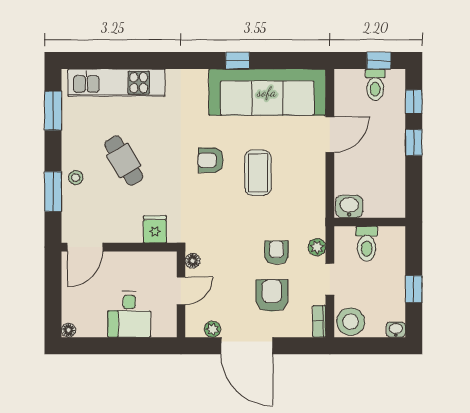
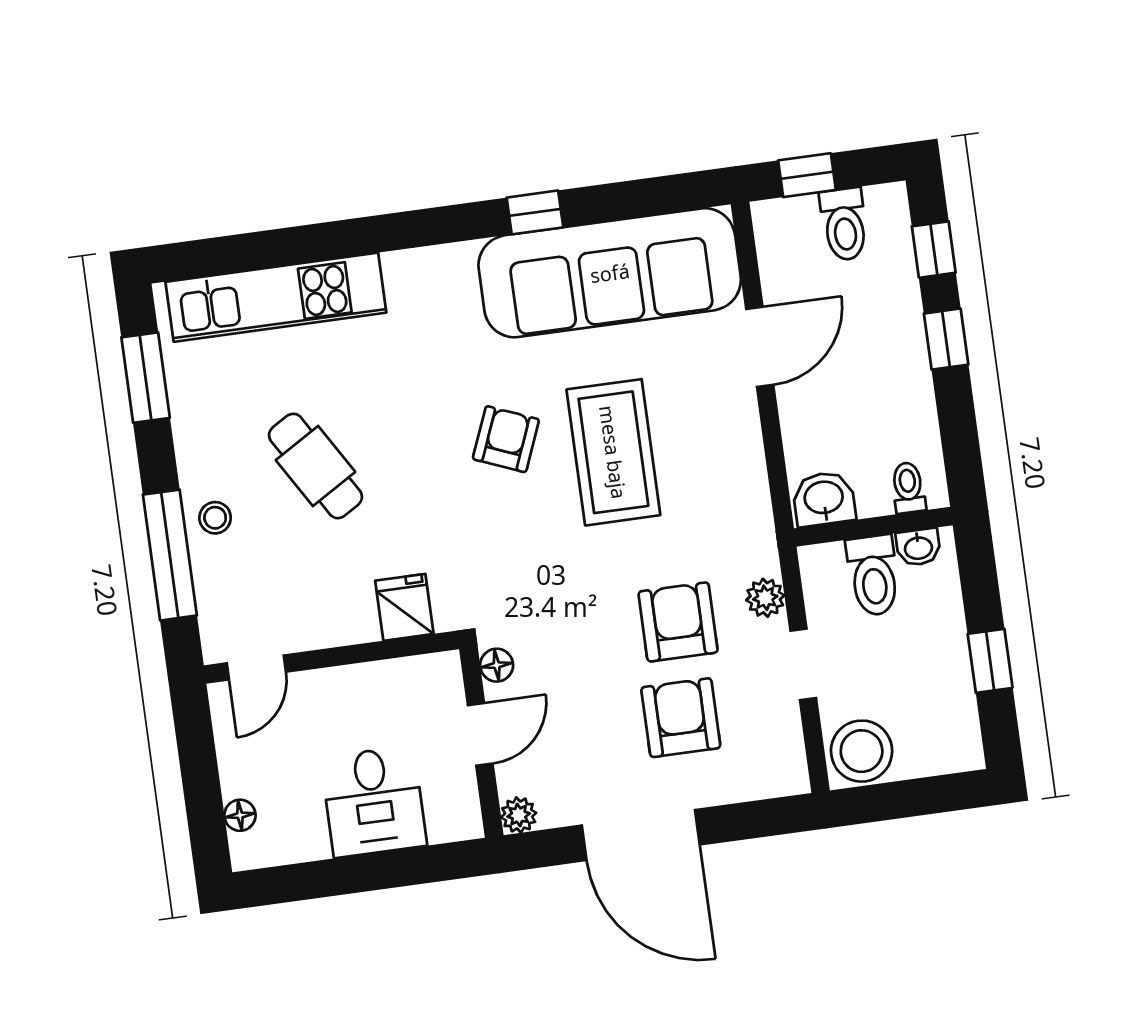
window: (379, 61) -> (807, 175), moved
armchair: (211, 160) -> (506, 439), turned 112
coffee table: (258, 173) -> (613, 452), width x1.36, depth x1.32
window: (53, 192) -> (170, 555), width x1.44
toilet: (388, 207) -> (908, 488), added
door: (85, 247) -> (256, 668), width x0.73
armchair: (276, 253) -> (678, 622), width x1.38, depth x1.38
bookcase: (319, 321) -> (793, 760), removed
plant: (212, 329) -> (519, 815), moved
floor lamp: (69, 330) -> (240, 815), moved
washbasin: (396, 330) -> (918, 547), moved, turned 180

